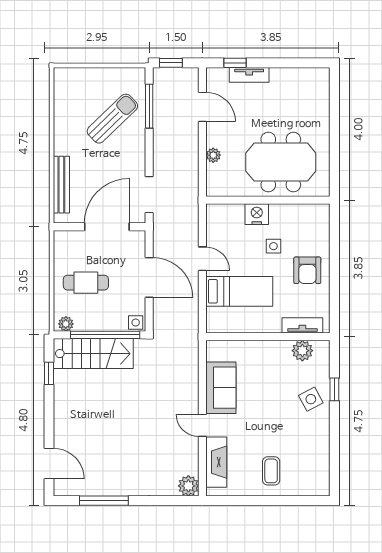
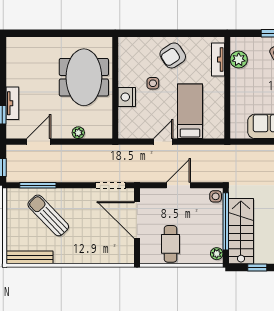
bench: (61, 185) -> (29, 257), moved
armchair: (307, 270) -> (173, 55), turned 147
door: (149, 277) -> (178, 185), width x0.73
cafe table: (86, 283) -> (170, 244), moved

